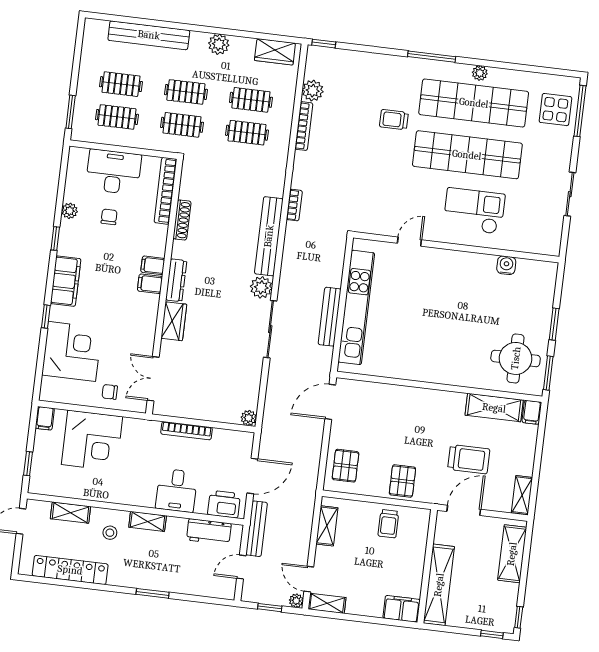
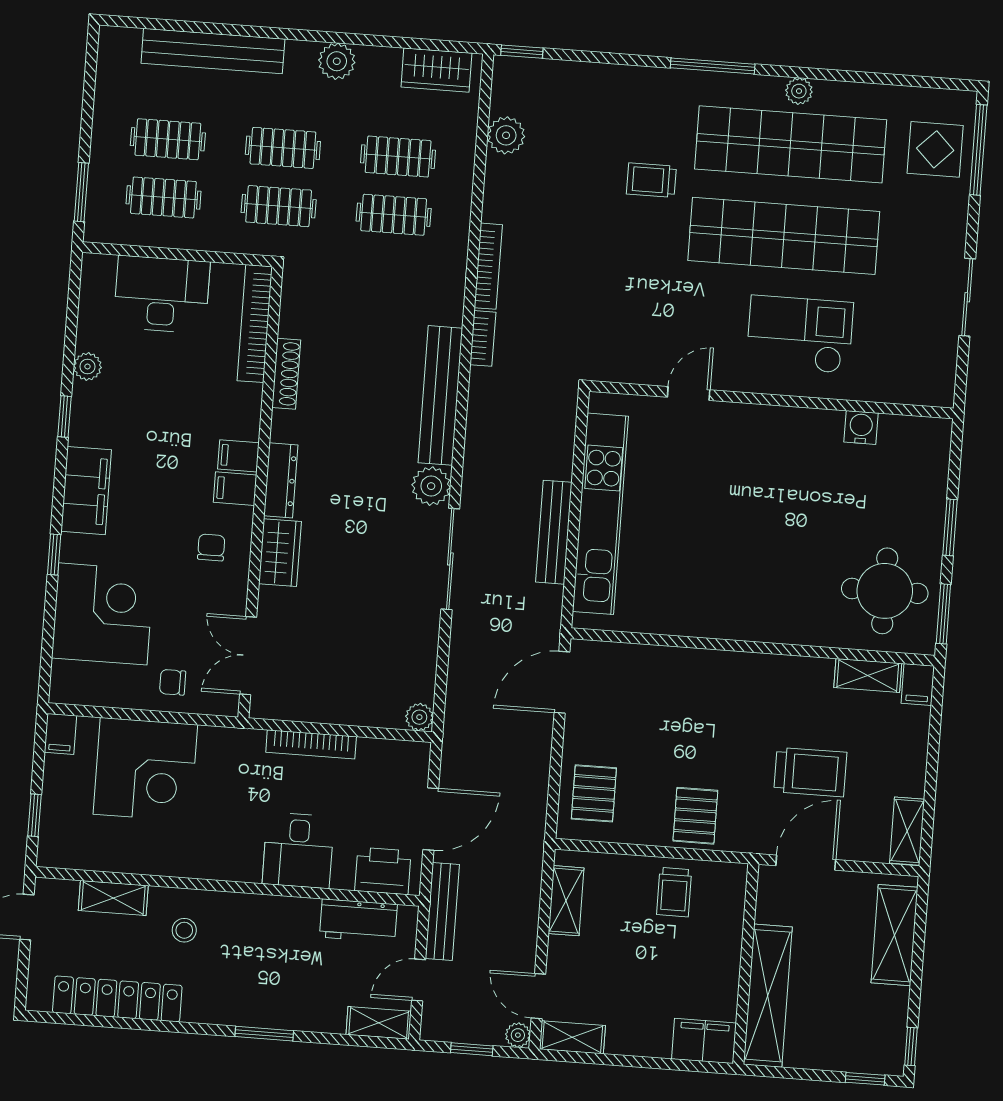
bookcase: (304, 126) -> (488, 266), moved
chair: (109, 217) -> (211, 547), moved
shelving: (494, 408) -> (868, 675), width x0.67, depth x0.75
shelving: (148, 521) -> (379, 1023), moved

